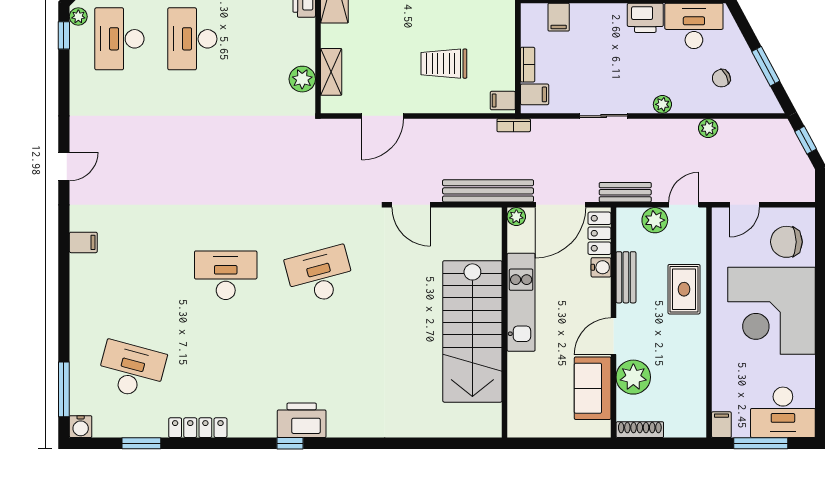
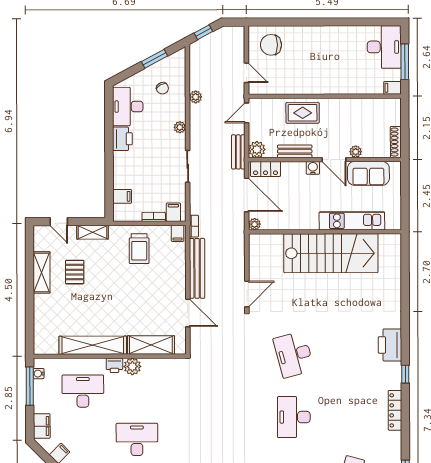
desk: (192, 39) -> (137, 439), turned 180
trolley: (444, 64) -> (139, 249), moved
shelving: (331, 72) -> (151, 345), width x1.50, depth x1.33
plant: (302, 79) -> (132, 367), moved
bench: (488, 191) -> (197, 268), moved
door: (684, 205) -> (247, 113), hinge flipped
plant: (655, 220) -> (257, 149), moved
chair: (786, 242) -> (271, 45), turned 90
water cooler: (601, 267) -> (313, 168), moved
kitchen unit: (521, 302) -> (352, 221), moved
corner desk: (772, 311) -> (317, 55), removed
plant: (633, 377) -> (356, 152), width x0.53, depth x0.53
printer: (302, 420) -> (390, 345), moved
locker: (198, 428) -> (395, 410), moved

